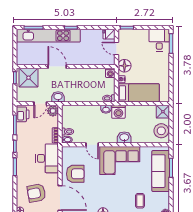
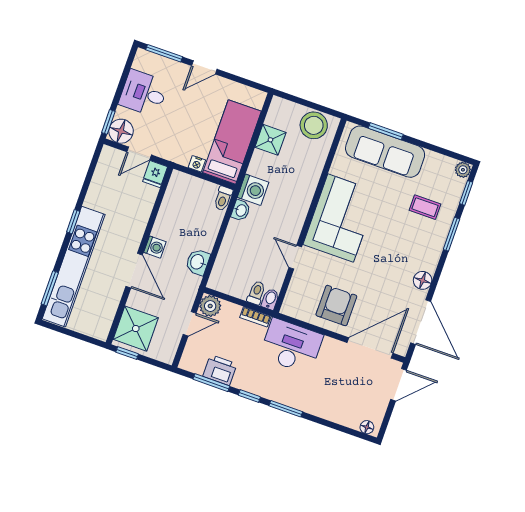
fridge: (109, 34) -> (155, 174), moved
desk: (159, 40) -> (144, 93), moved
floor lamp: (124, 66) -> (121, 131), moved
door: (171, 66) -> (204, 67), added
door: (57, 67) -> (134, 271), swing flipped
washing machine: (110, 73) -> (155, 247), moved
washbasin: (58, 97) -> (198, 262), moved
door: (40, 104) -> (190, 324), hinge flipped
shower: (163, 112) -> (270, 140), moved
printer: (23, 114) -> (220, 370), moved
washbasin: (124, 138) -> (302, 196), removed
door: (92, 145) -> (295, 257), swing flipped
armchair: (36, 193) -> (346, 387), removed

